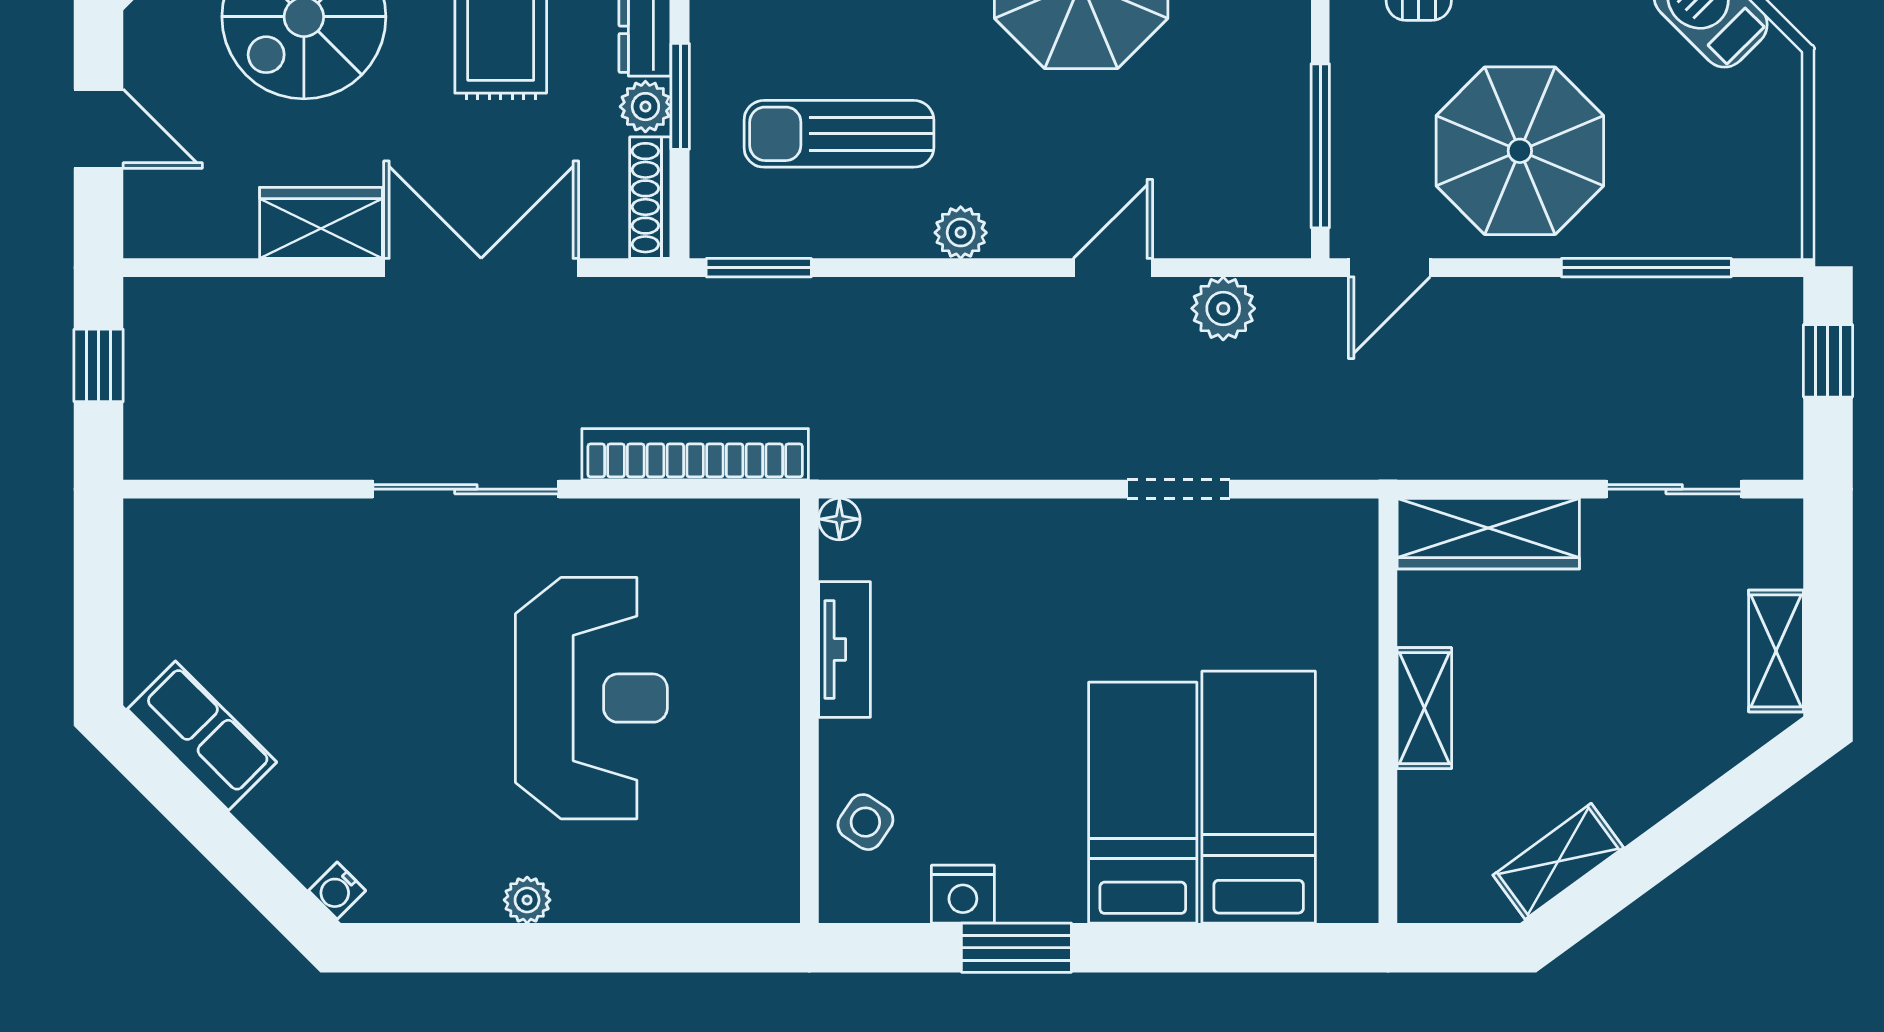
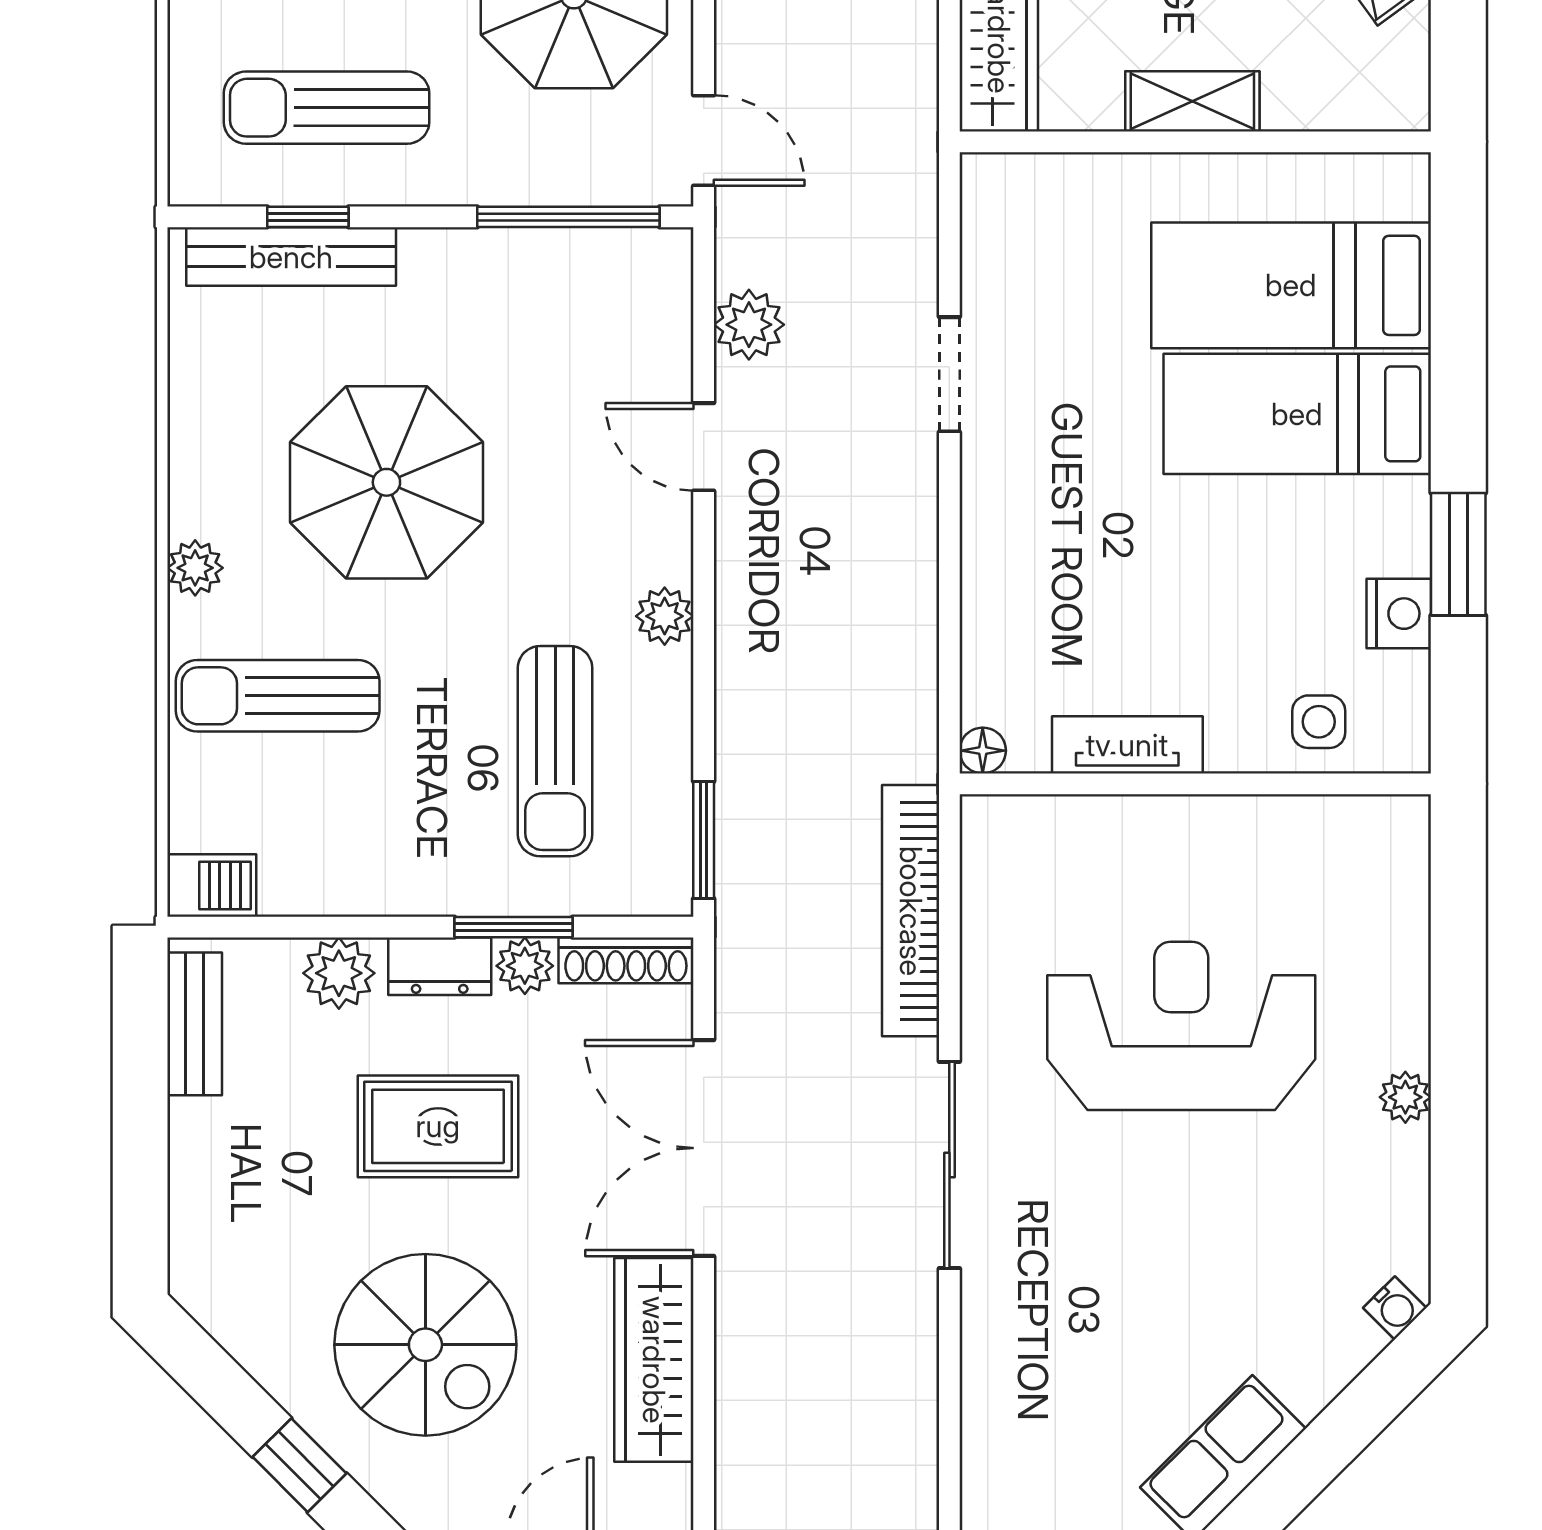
wardrobe: (321, 223) -> (654, 1360), width x1.50
side table: (865, 822) -> (1319, 722), turned -34

